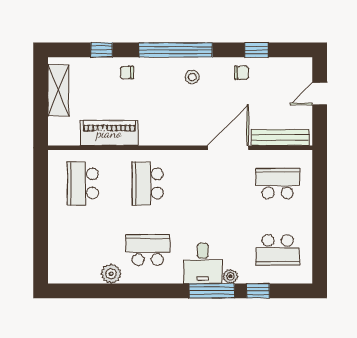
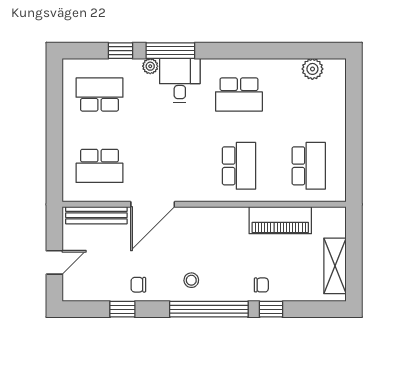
window: (102, 50) -> (271, 309), moved
plant: (111, 274) -> (312, 69), moved

